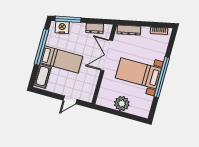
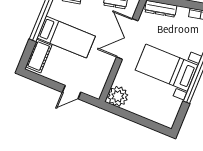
plant: (122, 104) -> (118, 96), moved

